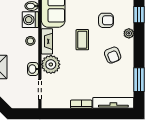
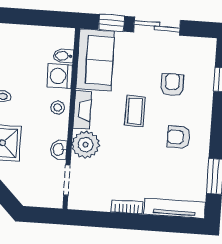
armchair: (106, 20) -> (172, 85), turned -90
plant: (129, 33) -> (205, 107), removed
armchair: (113, 55) -> (179, 137), turned 112

